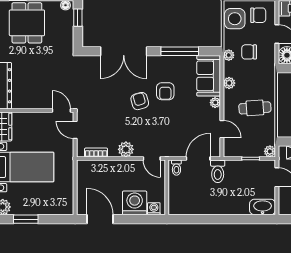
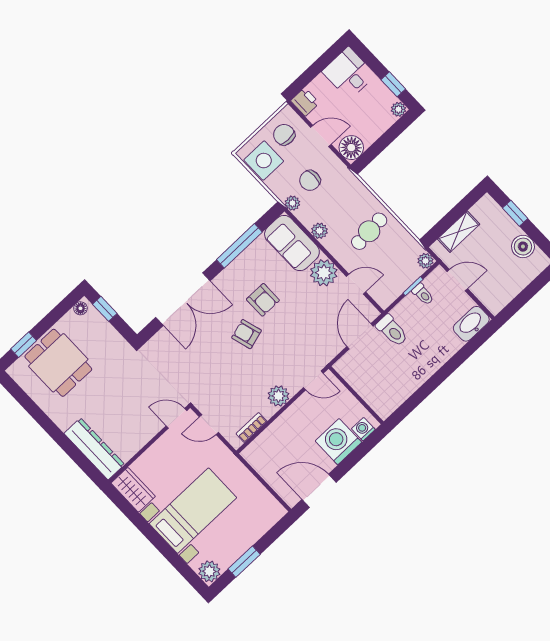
chair: (258, 15) -> (284, 135), turned -90
plant: (215, 103) -> (324, 273), width x1.88, depth x1.88
toilet: (176, 168) -> (423, 294), moved

